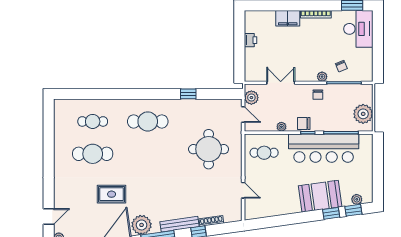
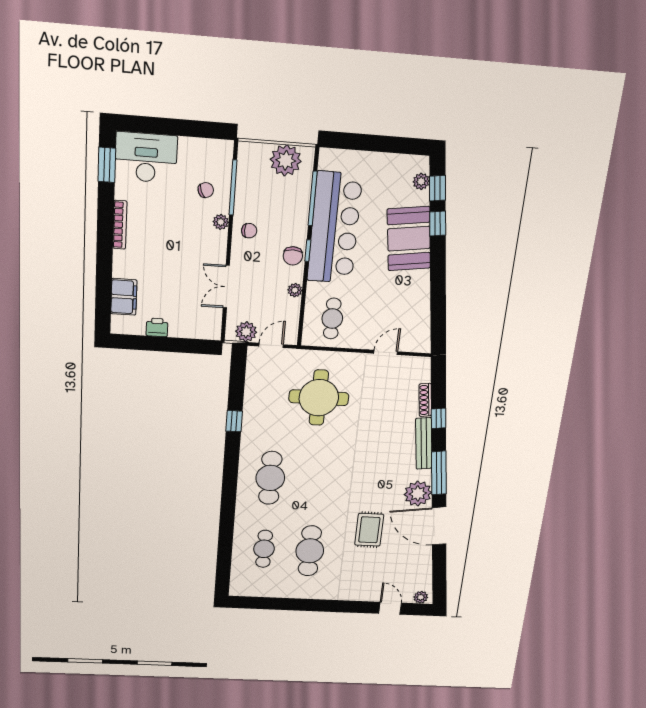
filing cabinet: (288, 18) -> (124, 297), moved

